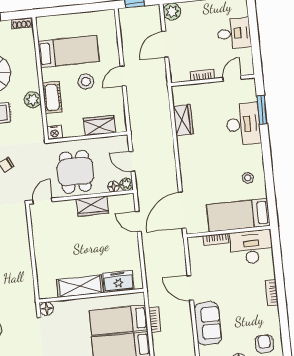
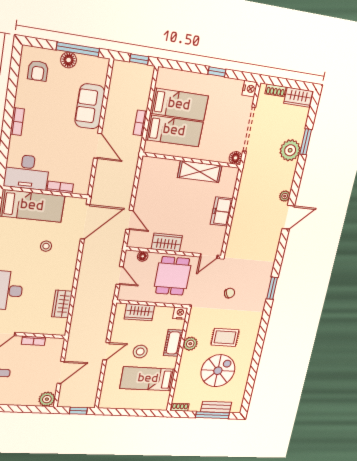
stool: (248, 178) -> (46, 246), moved
plant: (126, 184) -> (130, 256), removed
freezer: (118, 282) -> (222, 212), moved, turned 90

